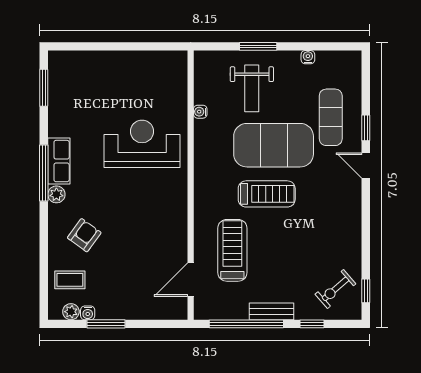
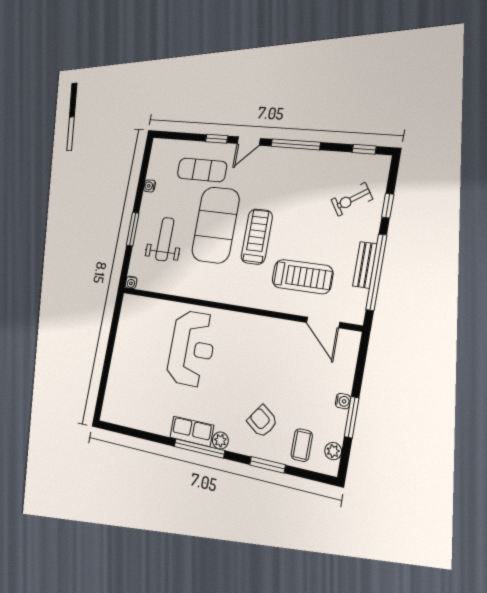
window: (44, 88) -> (267, 465), moved
weight bench: (252, 88) -> (165, 239), turned -90
water cooler: (200, 112) -> (131, 282), moved
reception desk: (142, 144) -> (192, 349), turned 180
window: (366, 218) -> (296, 144), added
treadmill: (232, 250) -> (302, 277), turned 180
exercise bike: (335, 289) -> (352, 199), moved, turned 98
bench: (271, 311) -> (365, 265), moved
water cooler: (88, 313) -> (343, 401), moved

